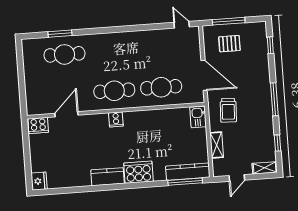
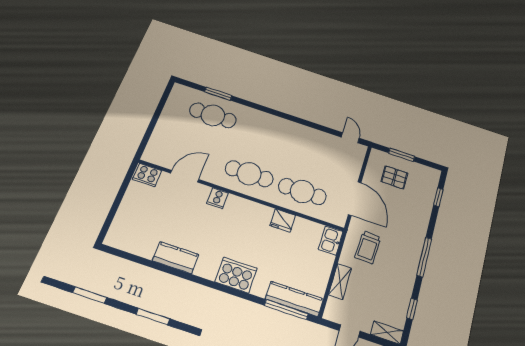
window: (229, 21) -> (402, 155), width x0.69
cooker: (116, 119) -> (218, 198), moved
kitchen counter: (108, 177) -> (176, 258), moved
fridge: (39, 181) -> (283, 220), moved, turned 90

